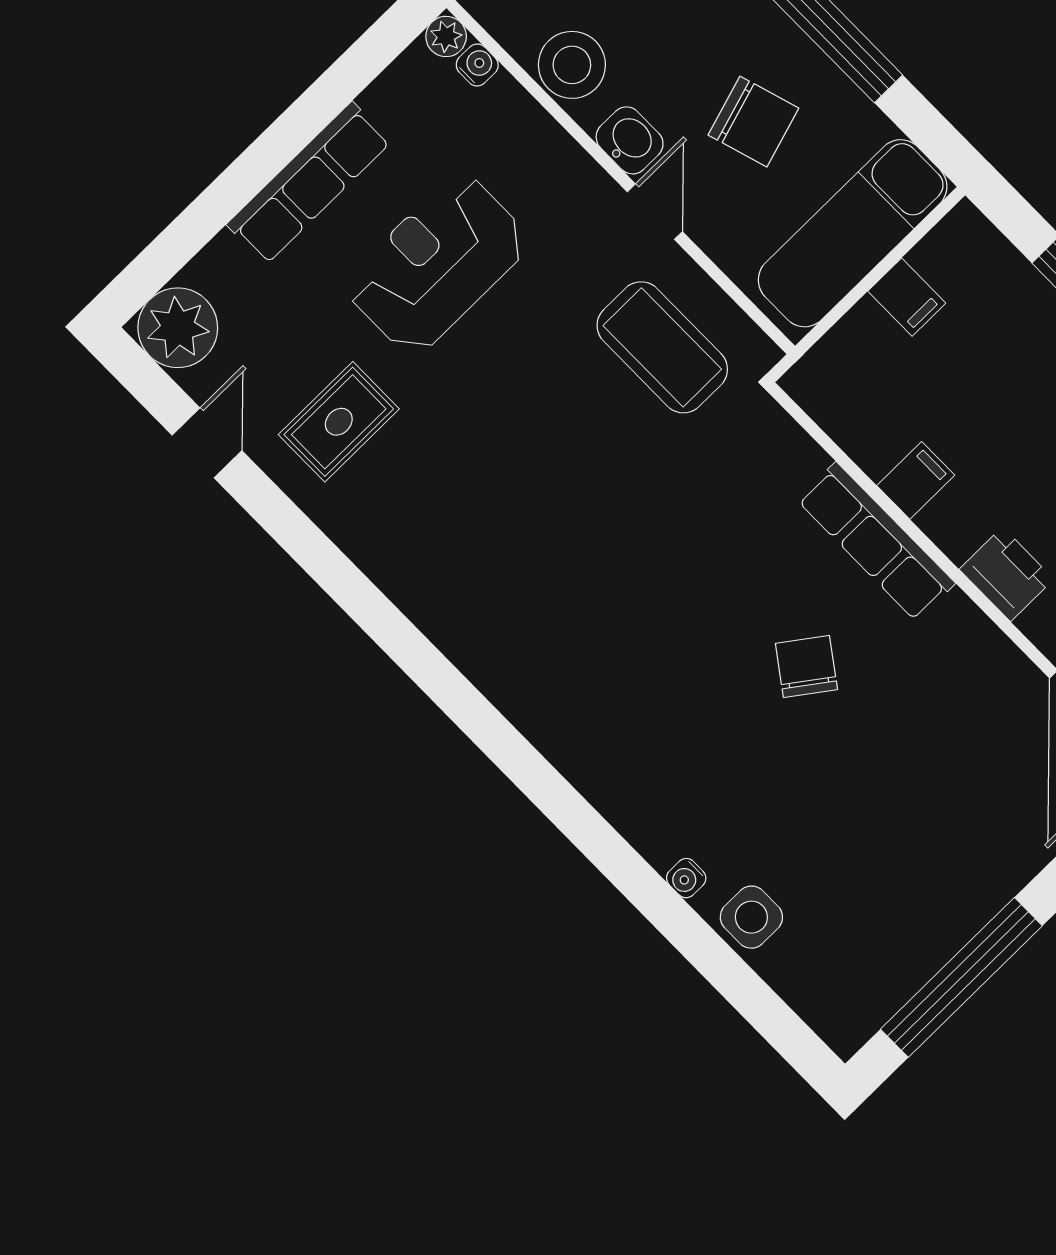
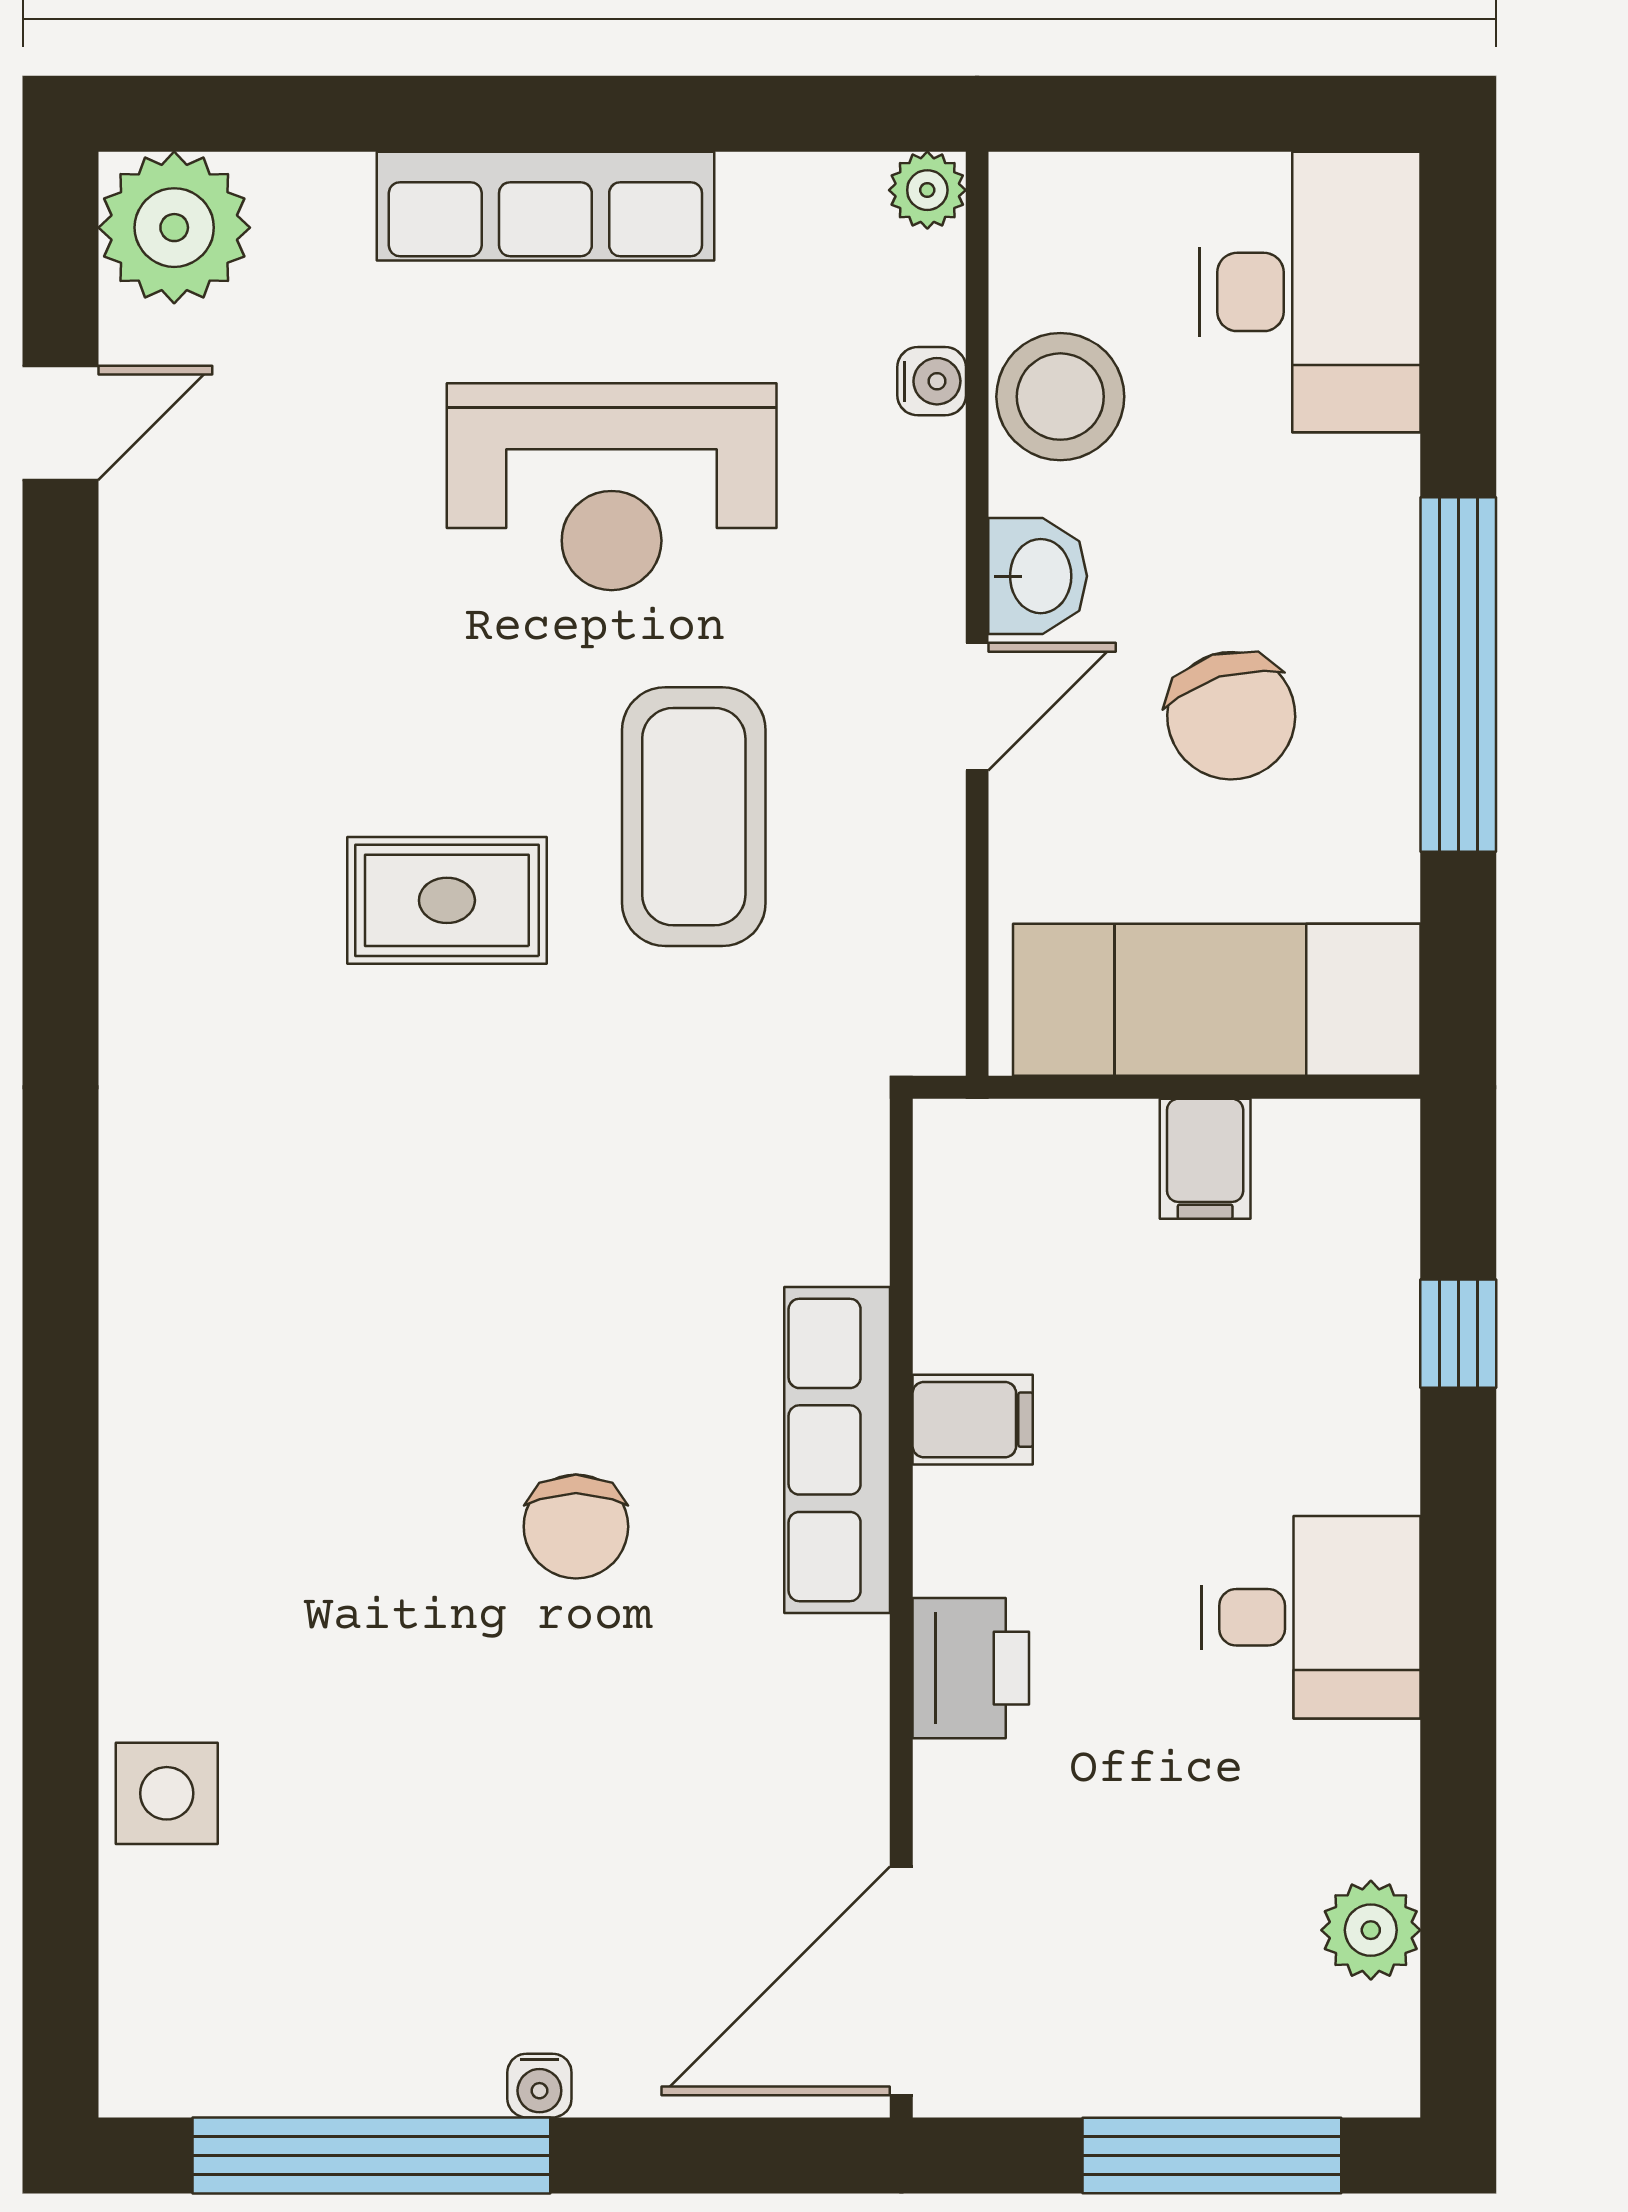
water cooler: (477, 65) -> (932, 381), moved
reception desk: (437, 264) -> (612, 487), turned 180
coffee table: (662, 347) -> (694, 817), moved
rug: (339, 422) -> (447, 900), moved
chair: (806, 667) -> (576, 1527), turned 144
water cooler: (686, 878) -> (539, 2086), moved, turned -90

